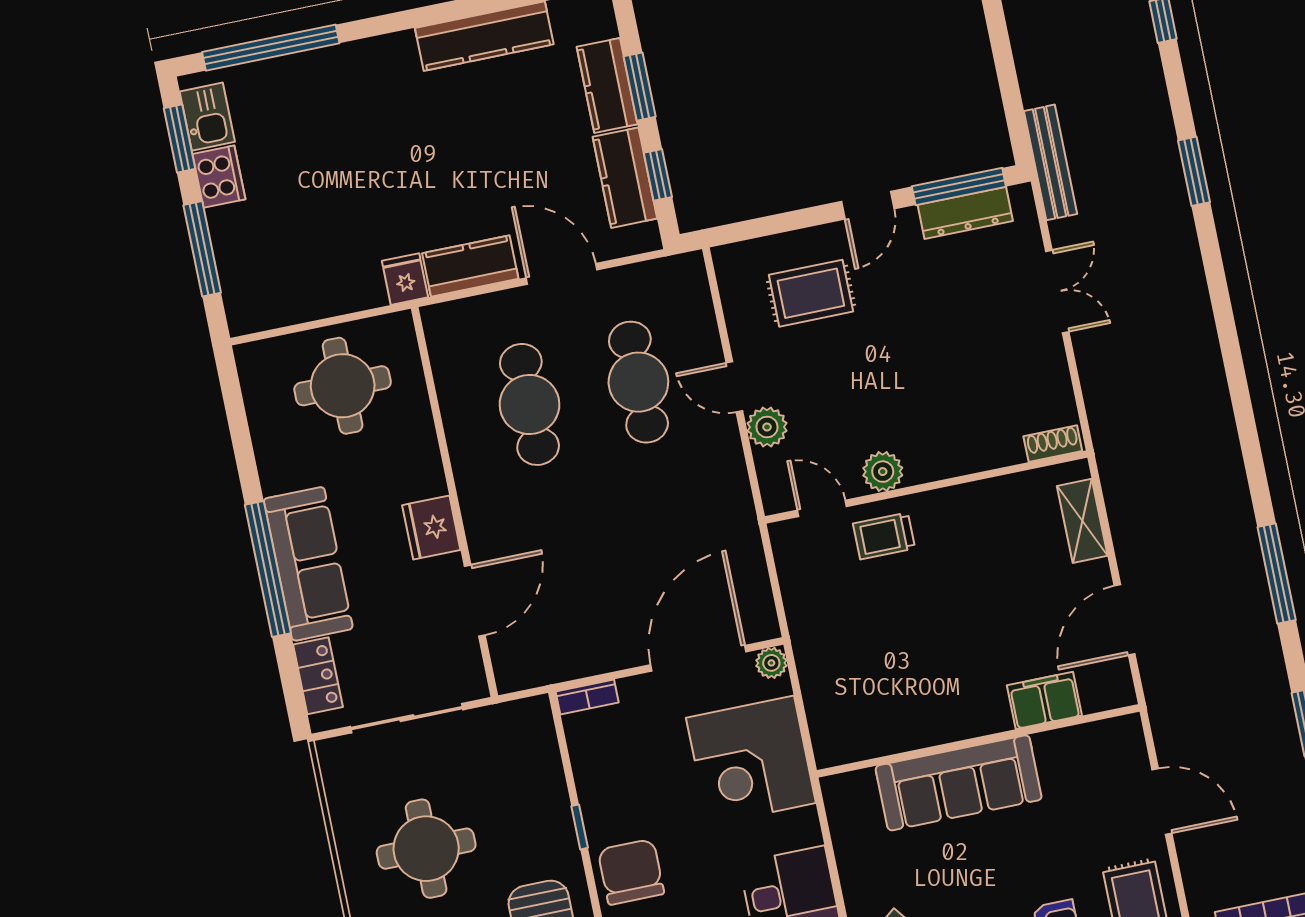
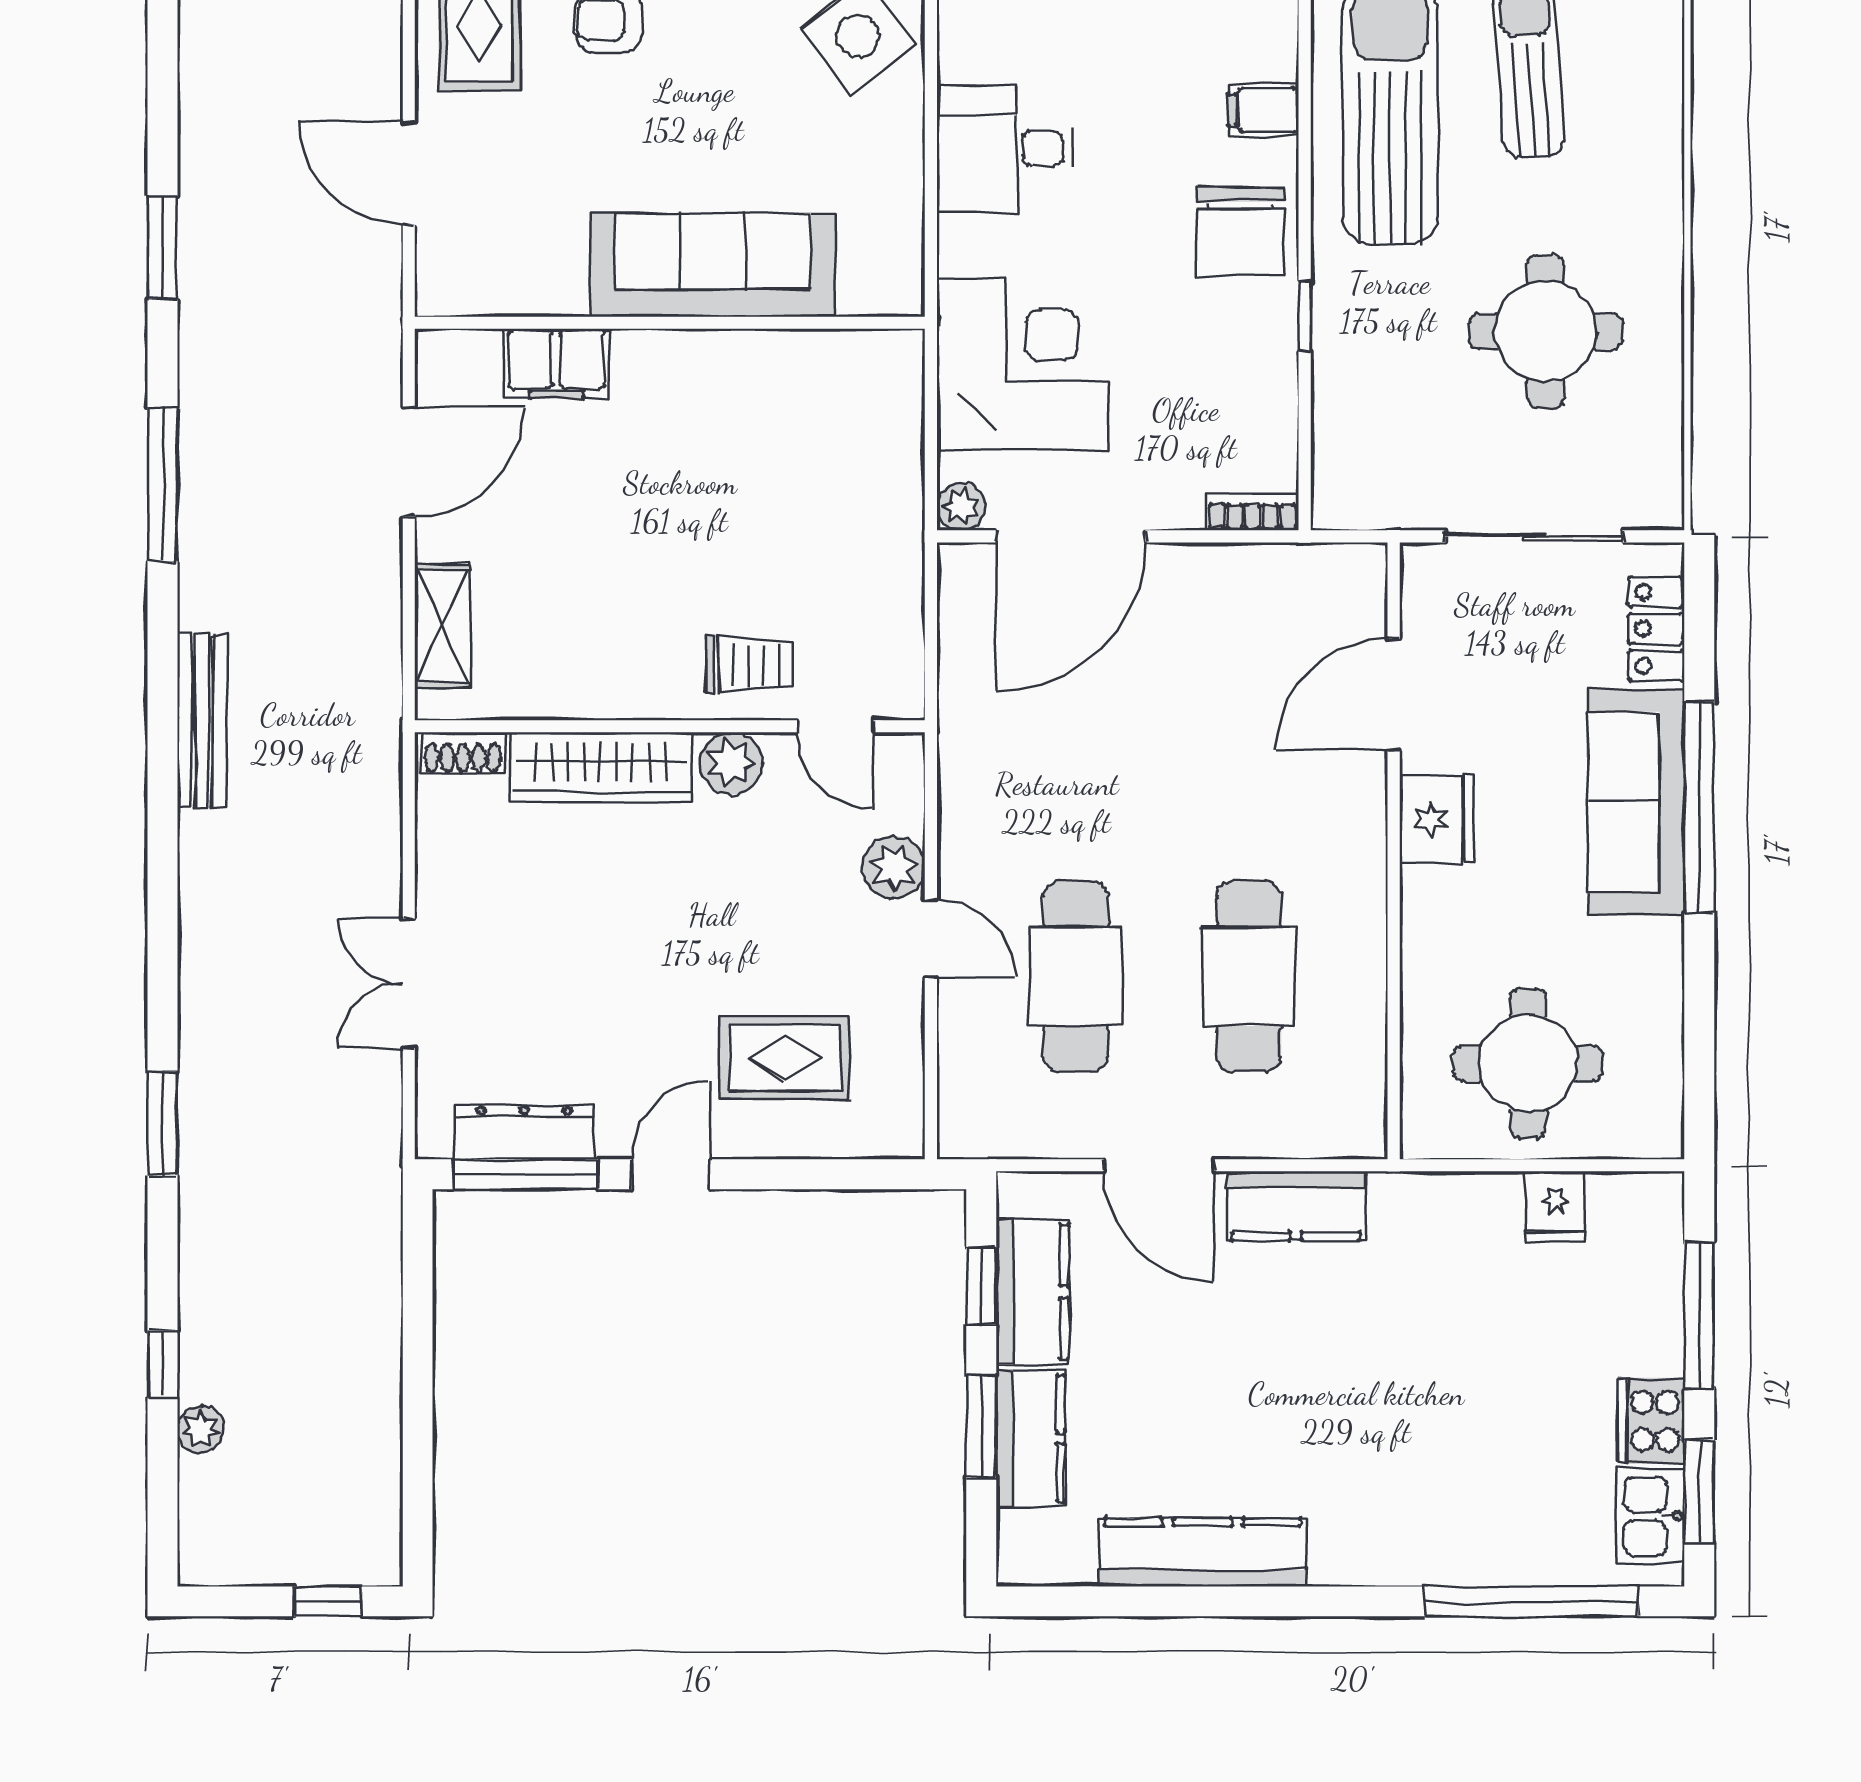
bench: (1051, 162) -> (202, 720), moved
fridge: (405, 279) -> (1555, 1206), moved
wardrobe: (964, 452) -> (601, 767), added

